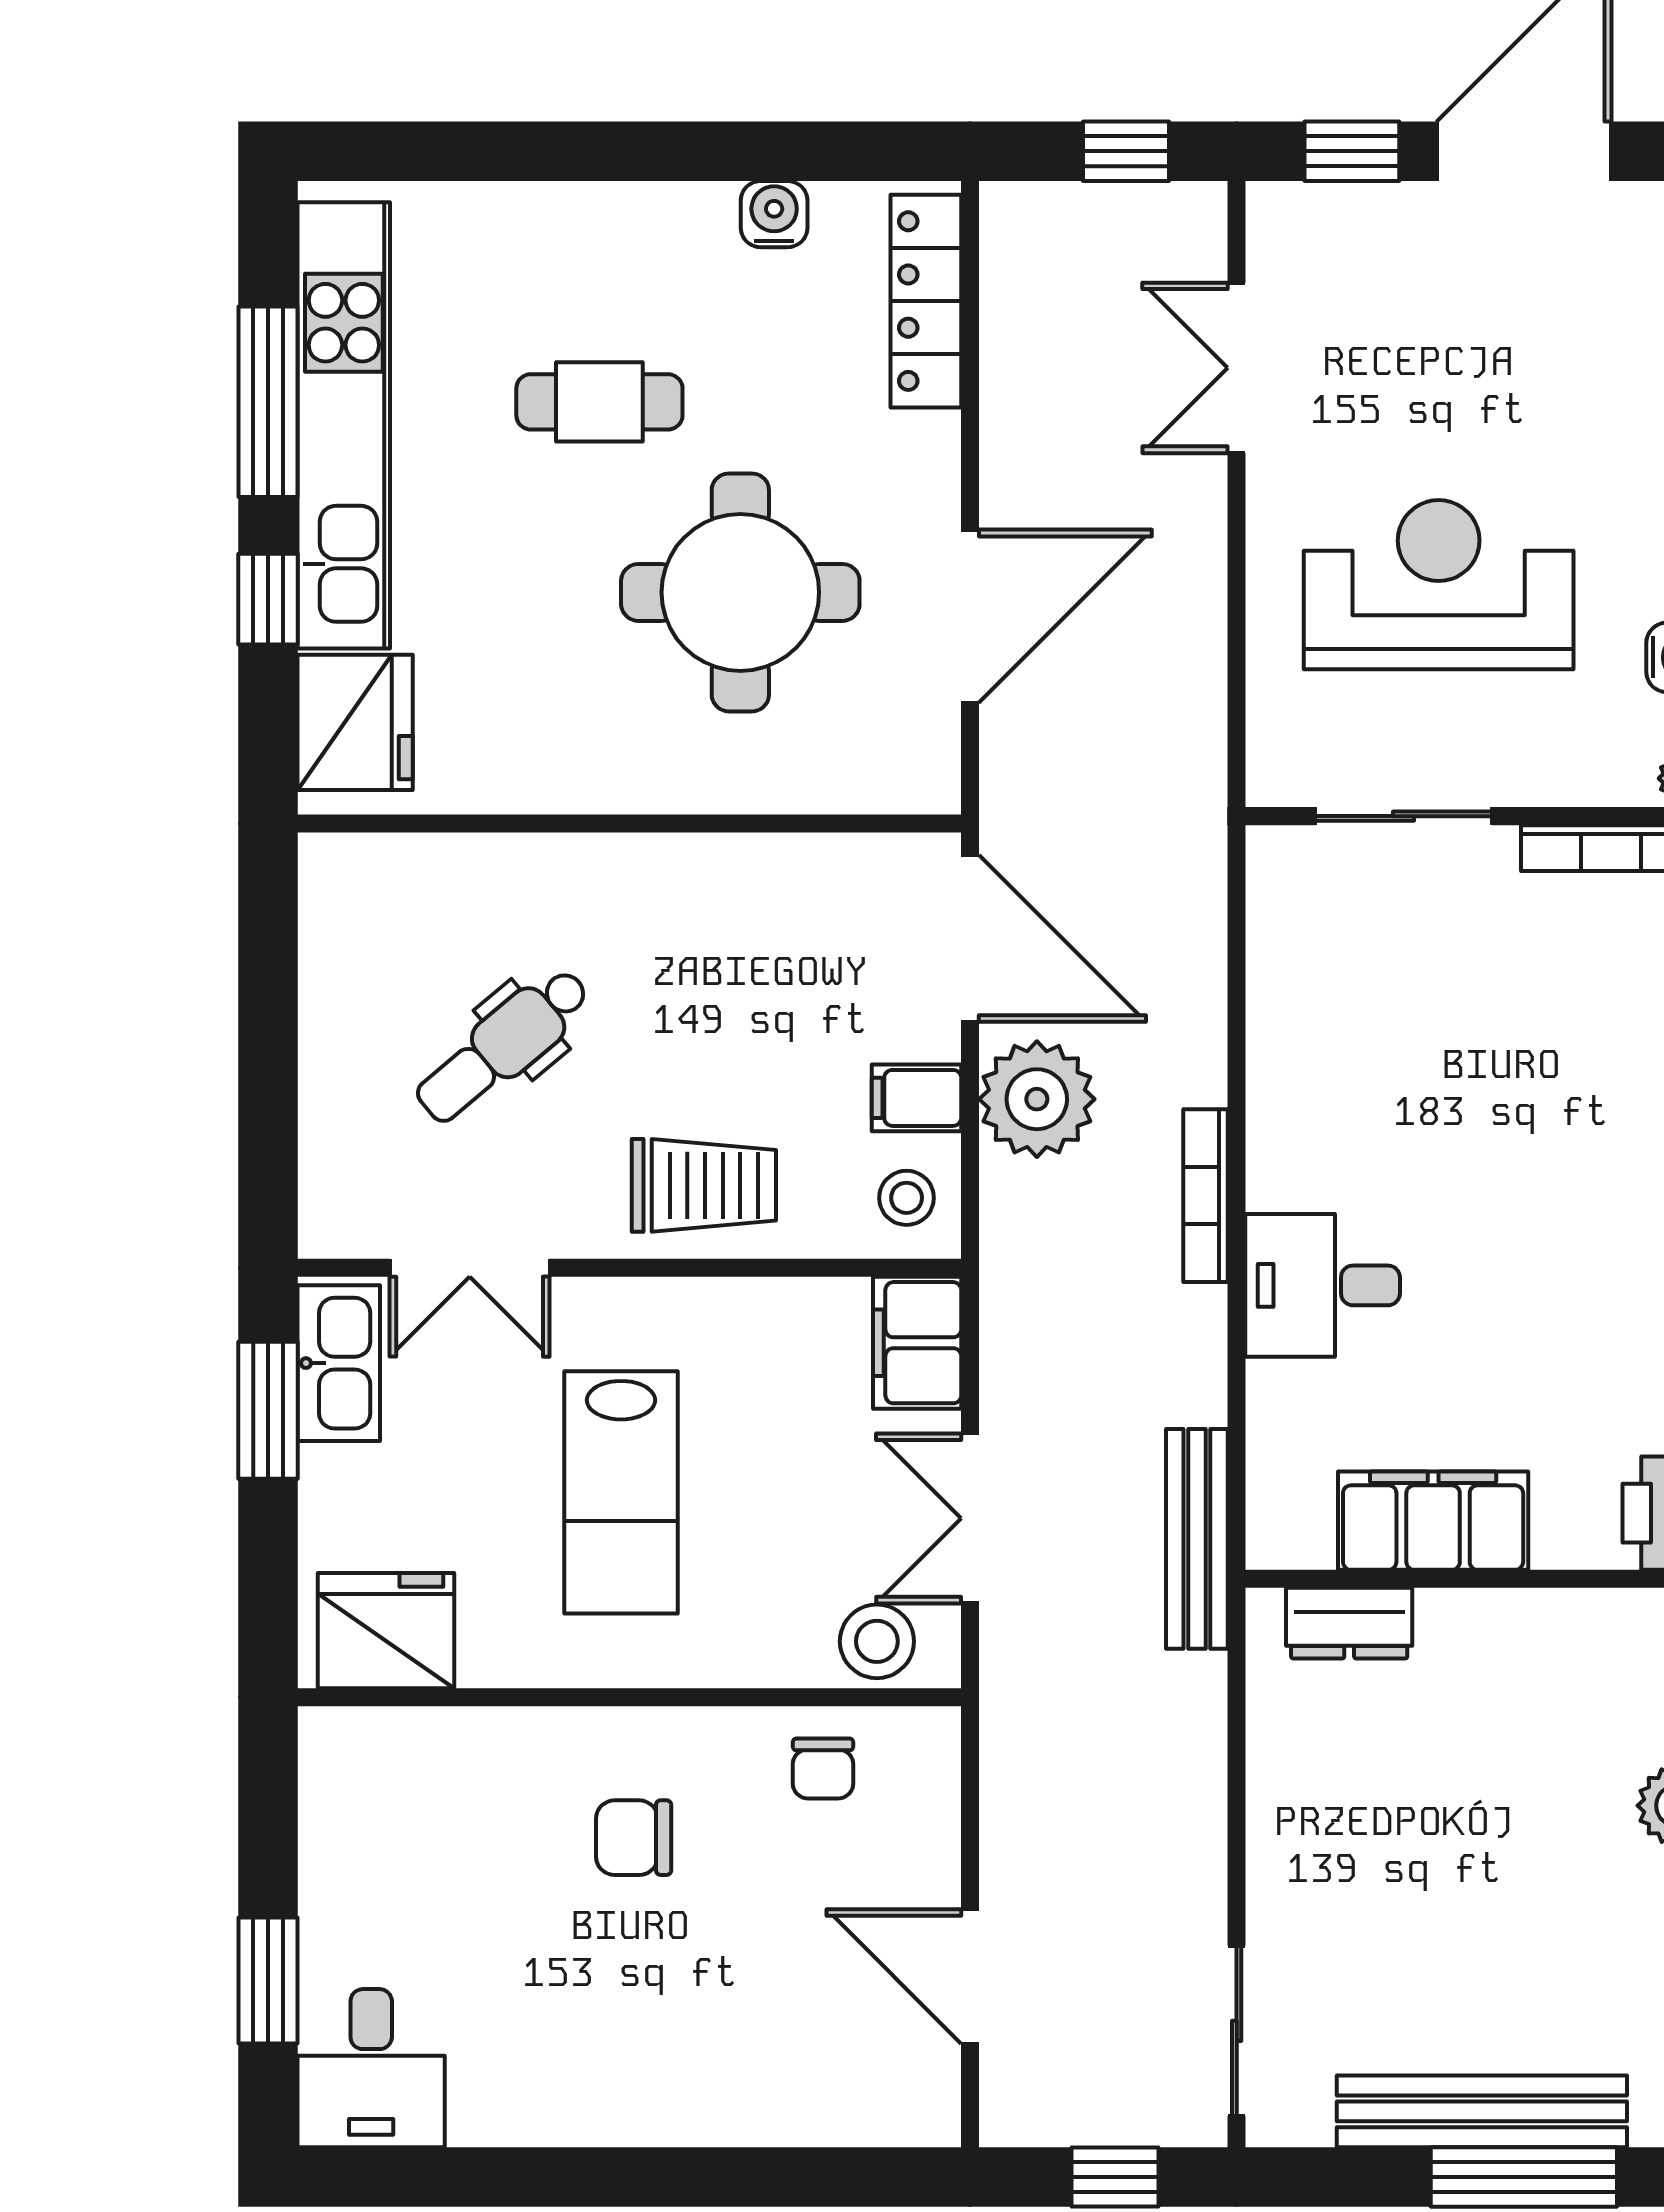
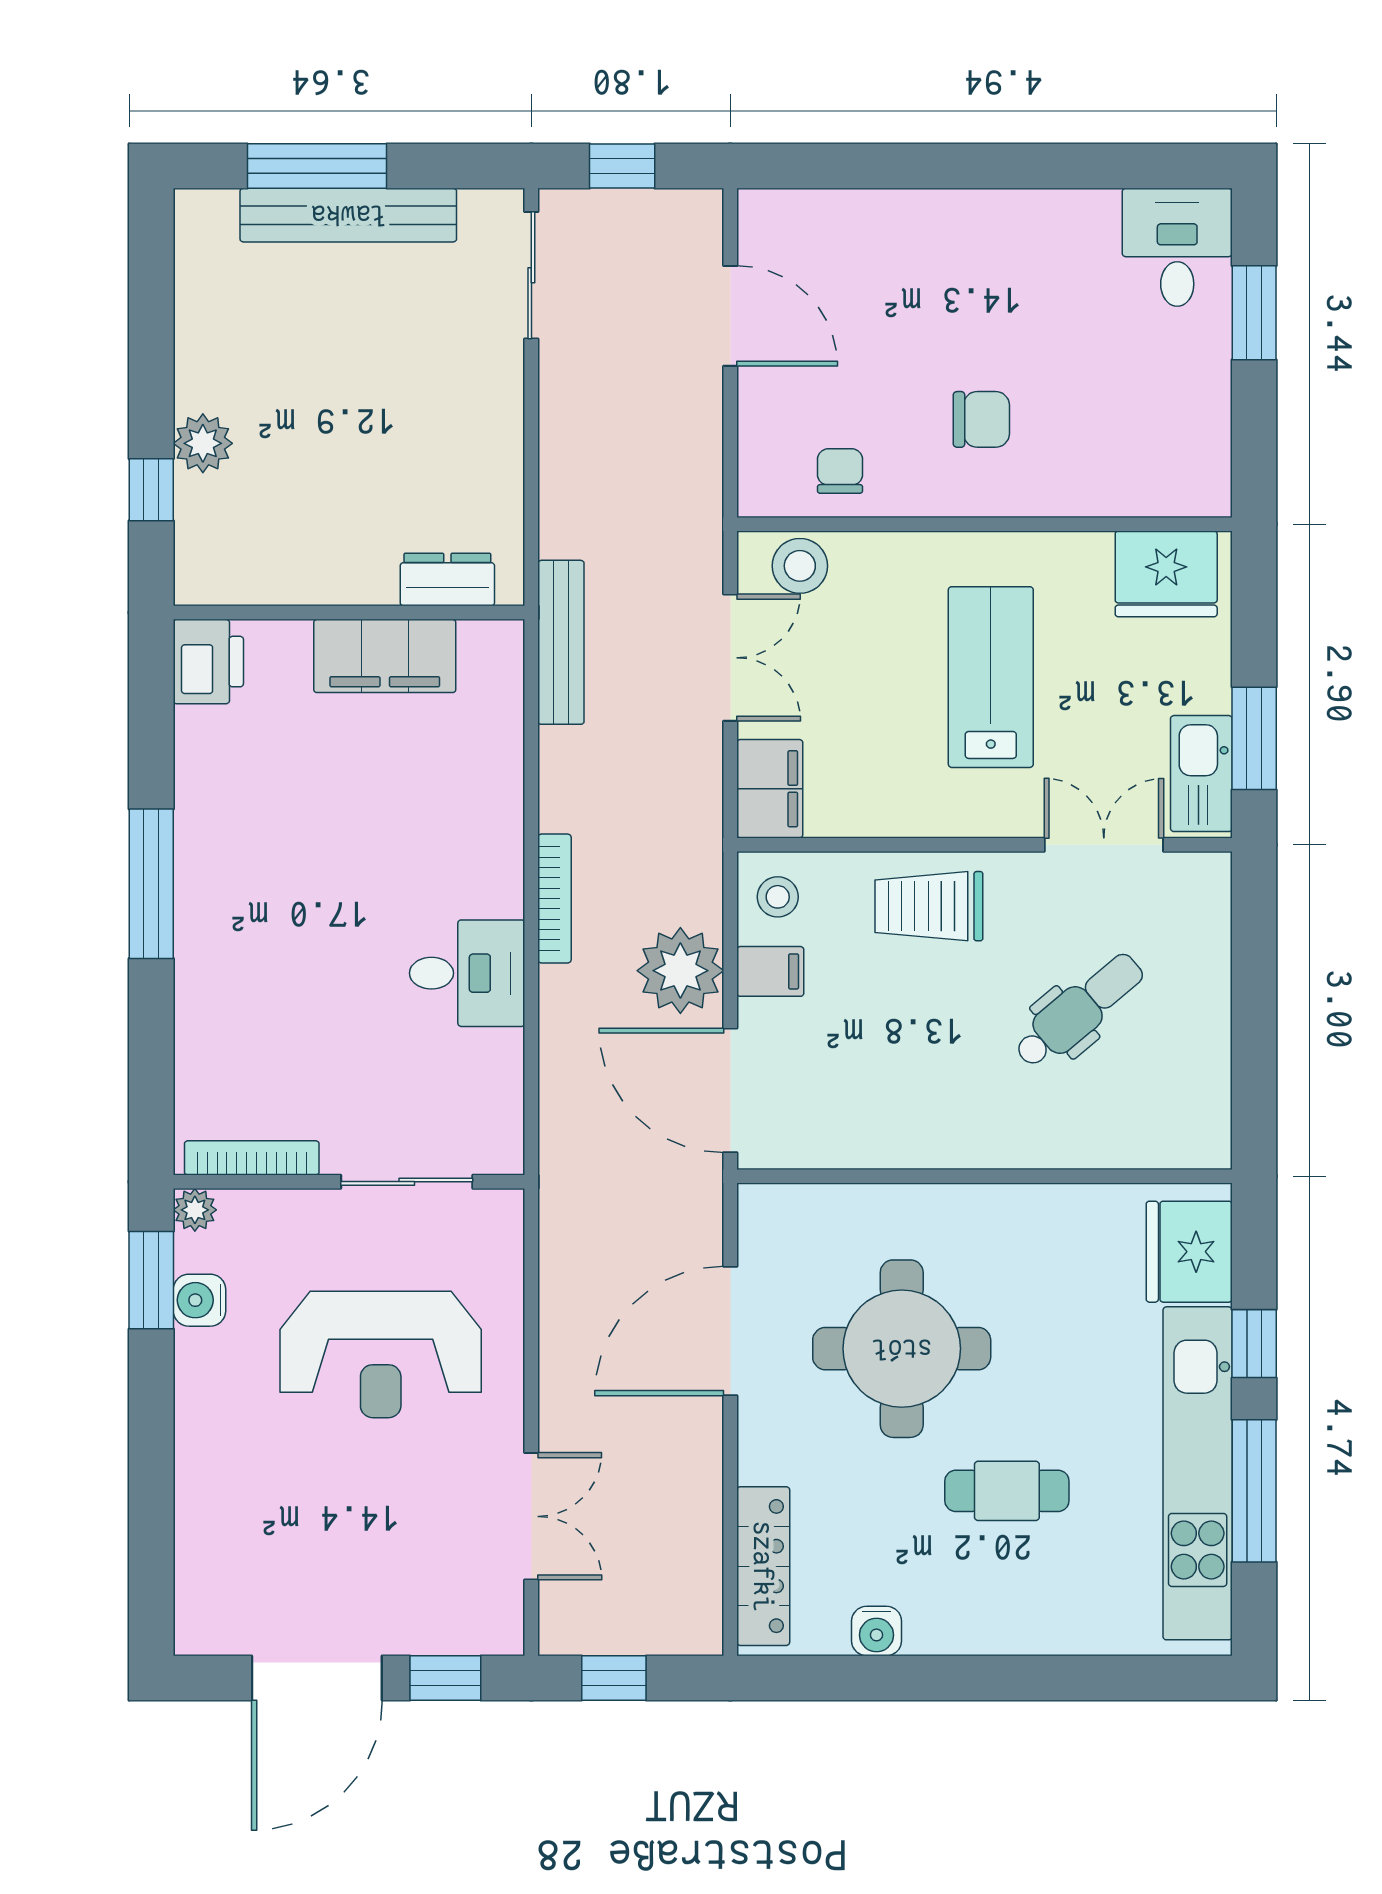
desk: (1323, 1285) -> (467, 973), moved

